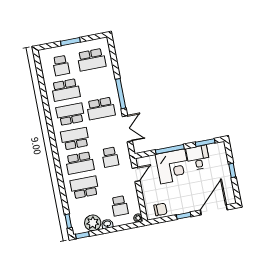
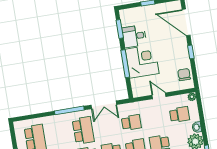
double door: (127, 129) -> (104, 105), swing flipped
door: (136, 174) -> (159, 96), moved

